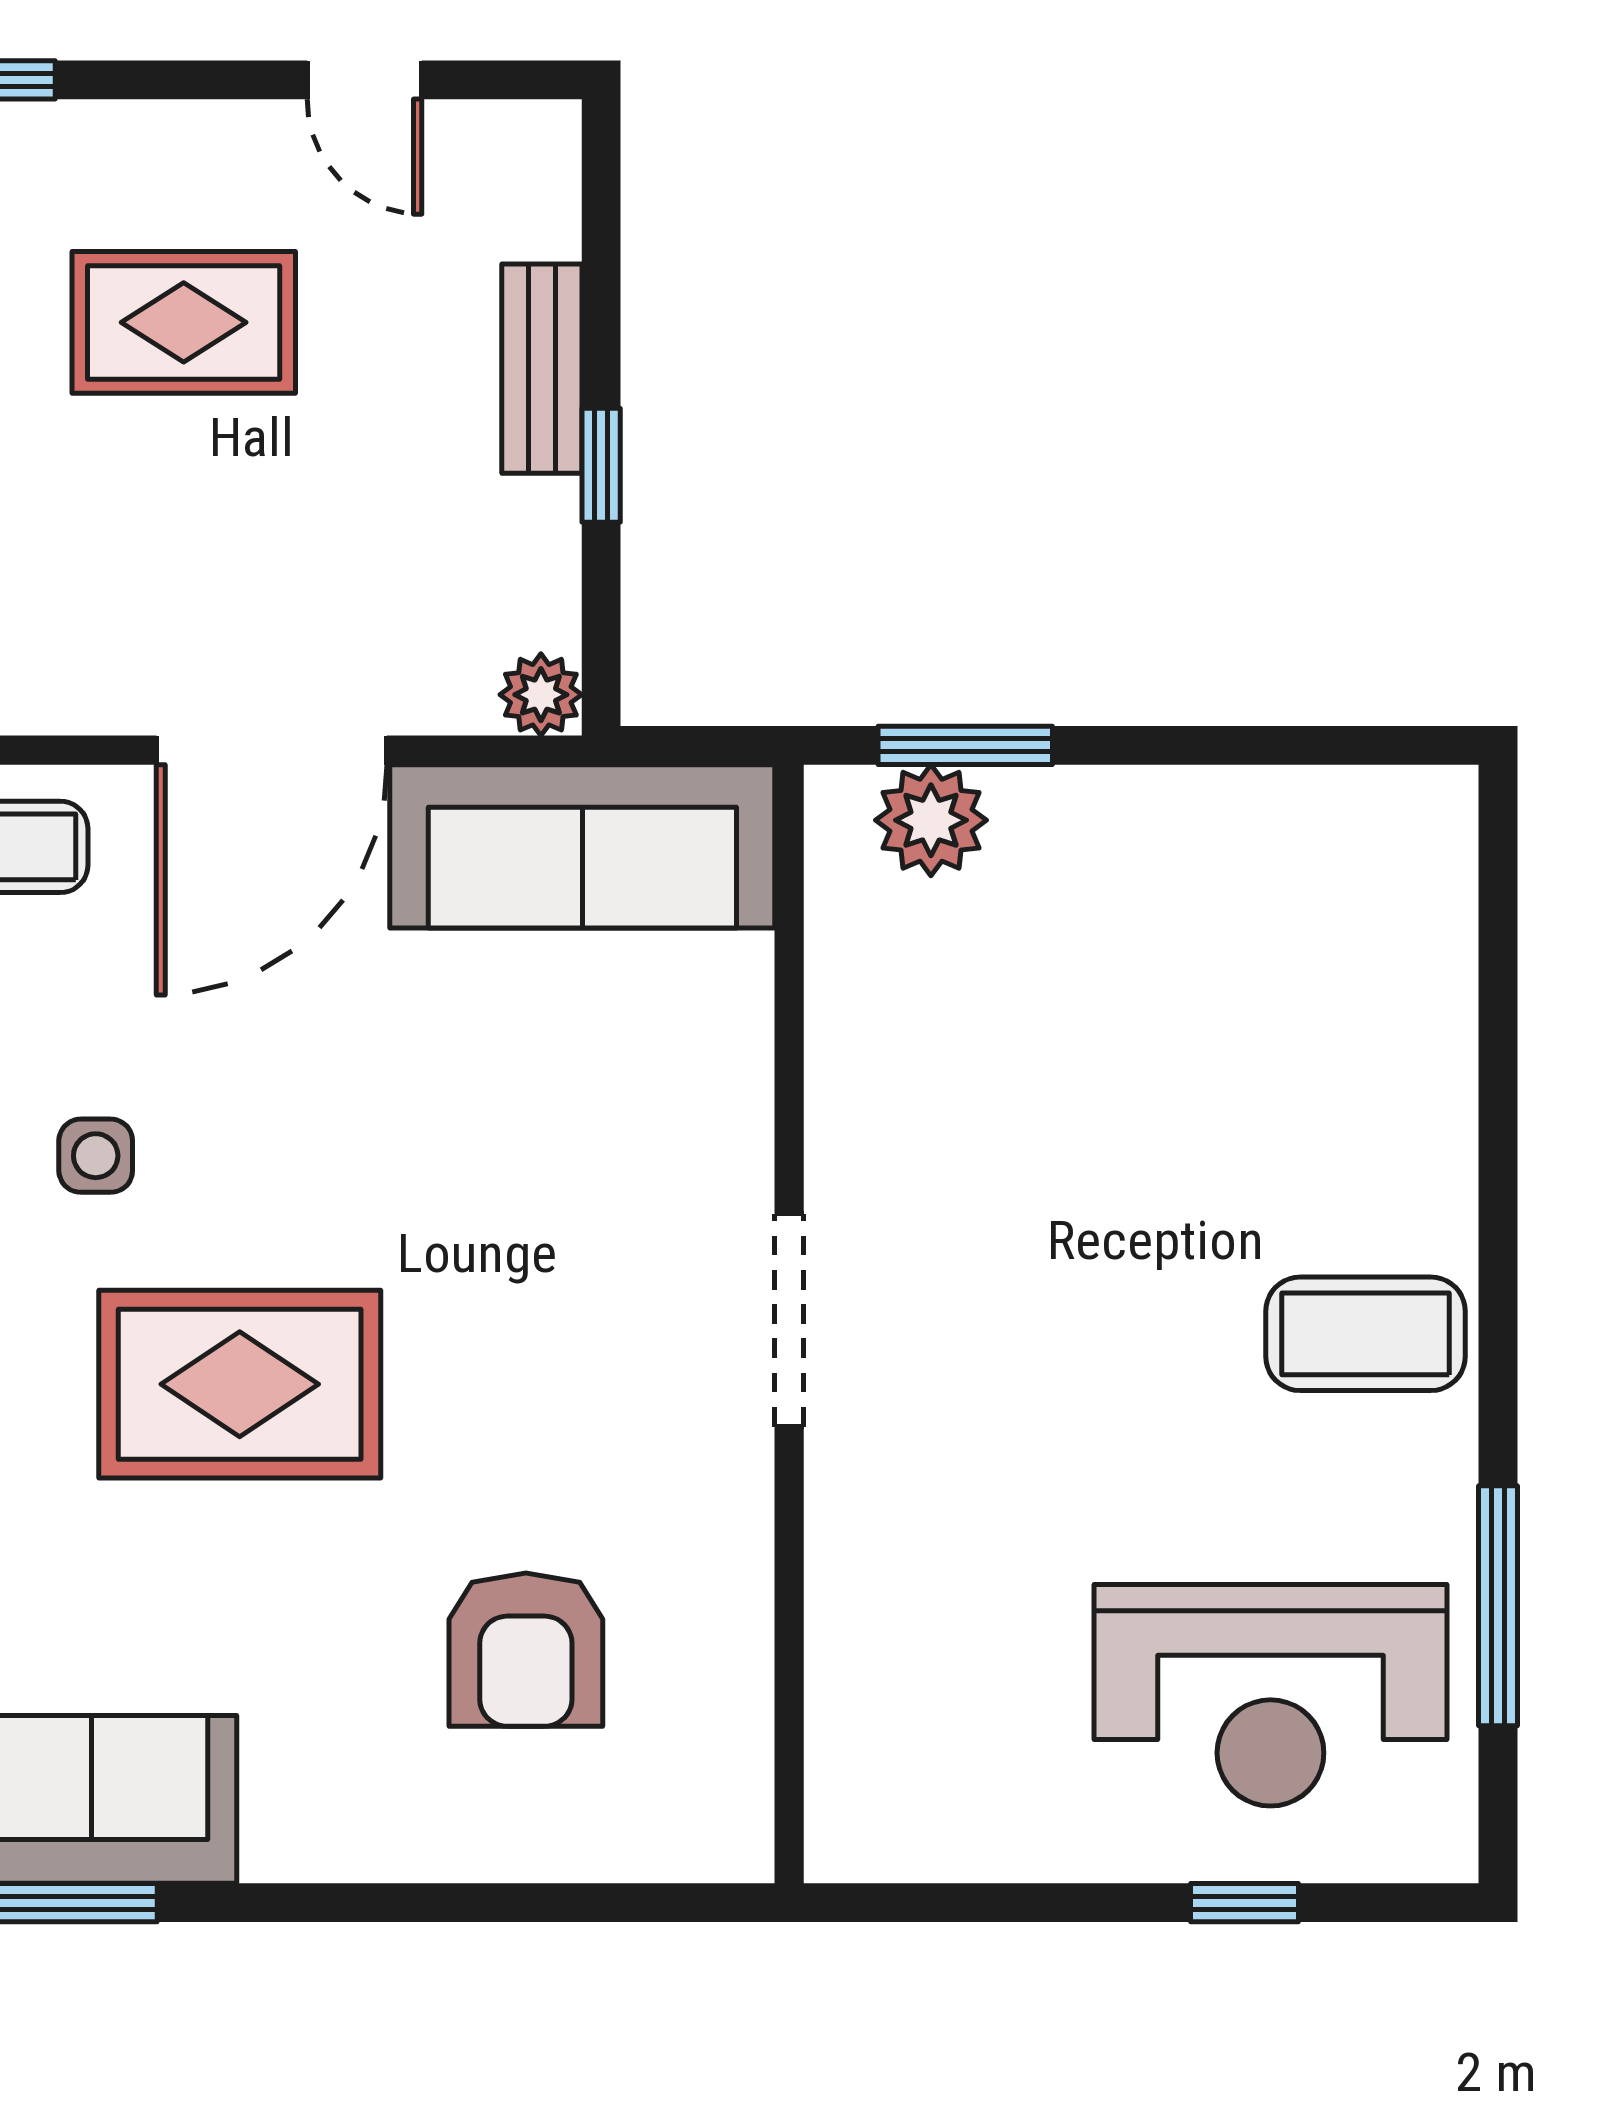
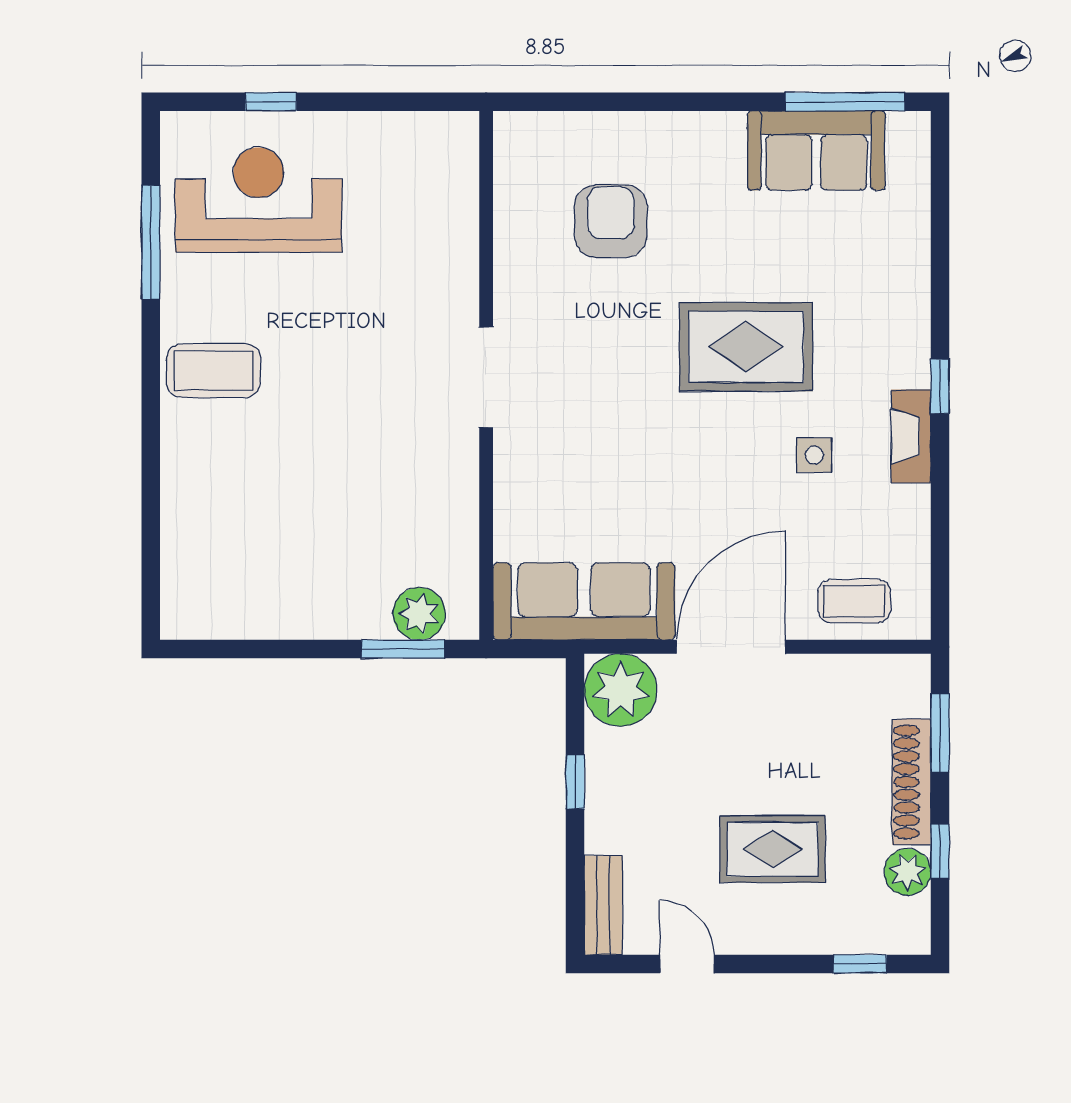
bench: (542, 369) -> (603, 905), moved
plant: (541, 695) -> (621, 690), width x1.87, depth x1.87

